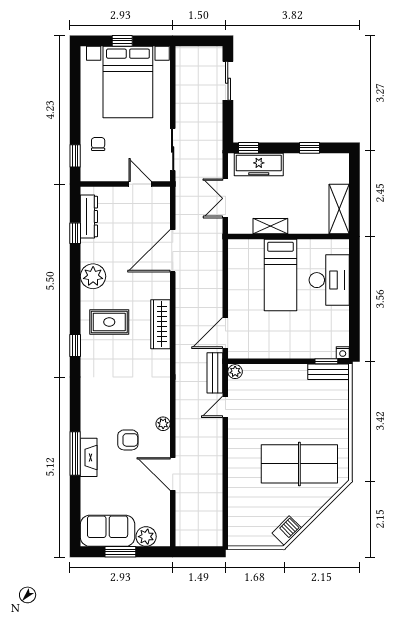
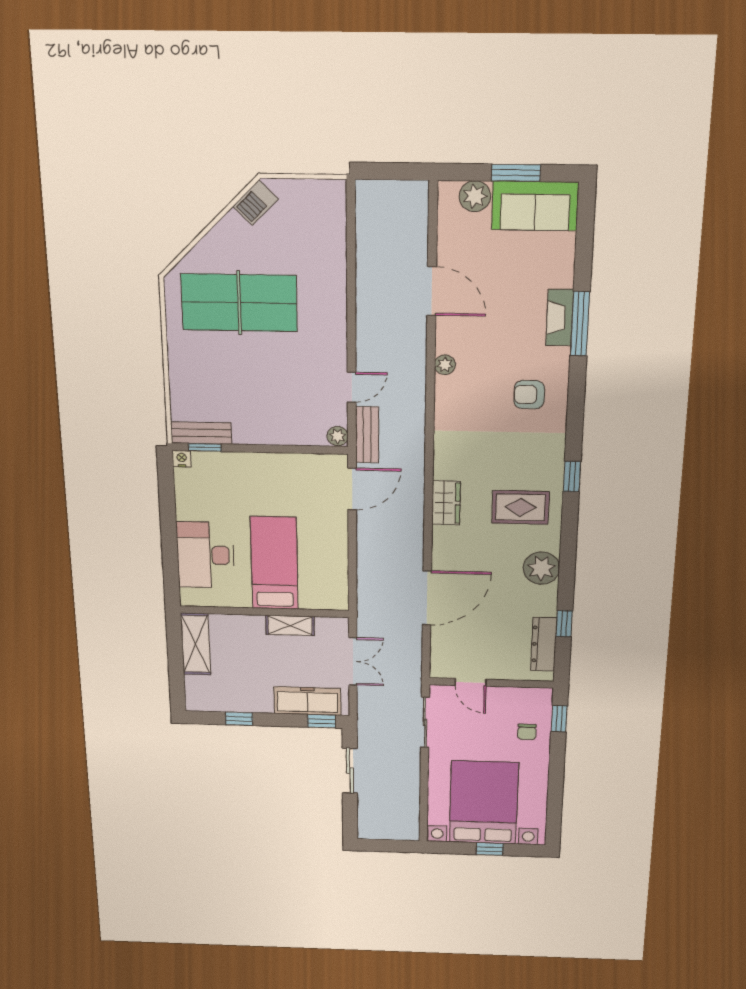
sliding door: (228, 81) -> (350, 771), moved
wardrobe: (160, 324) -> (446, 503), width x0.67
armchair: (128, 440) -> (529, 395), moved

